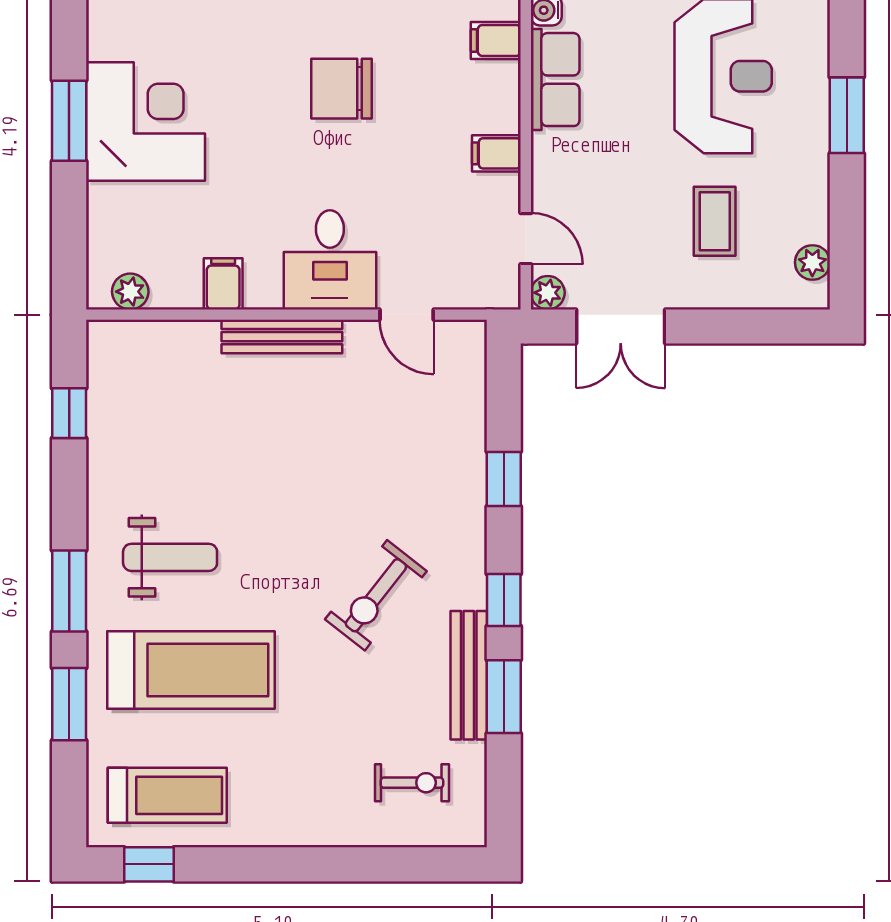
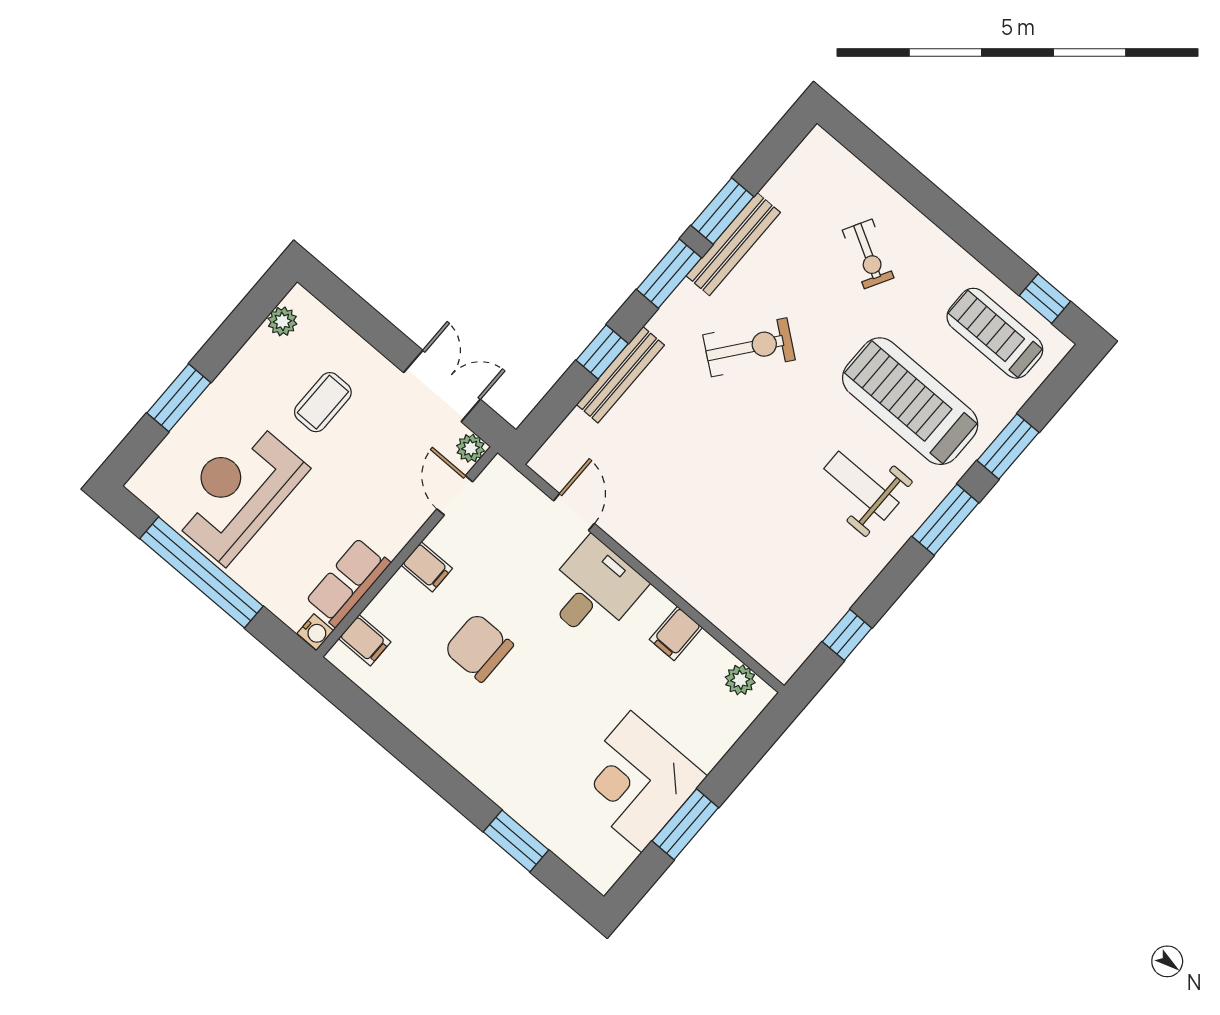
chair: (341, 89) -> (479, 647), moved, turned 180
bench: (282, 337) -> (620, 375), moved, turned 90
window: (504, 600) -> (669, 274), width x1.50
exercise bike: (412, 783) -> (868, 254), moved, turned -151

